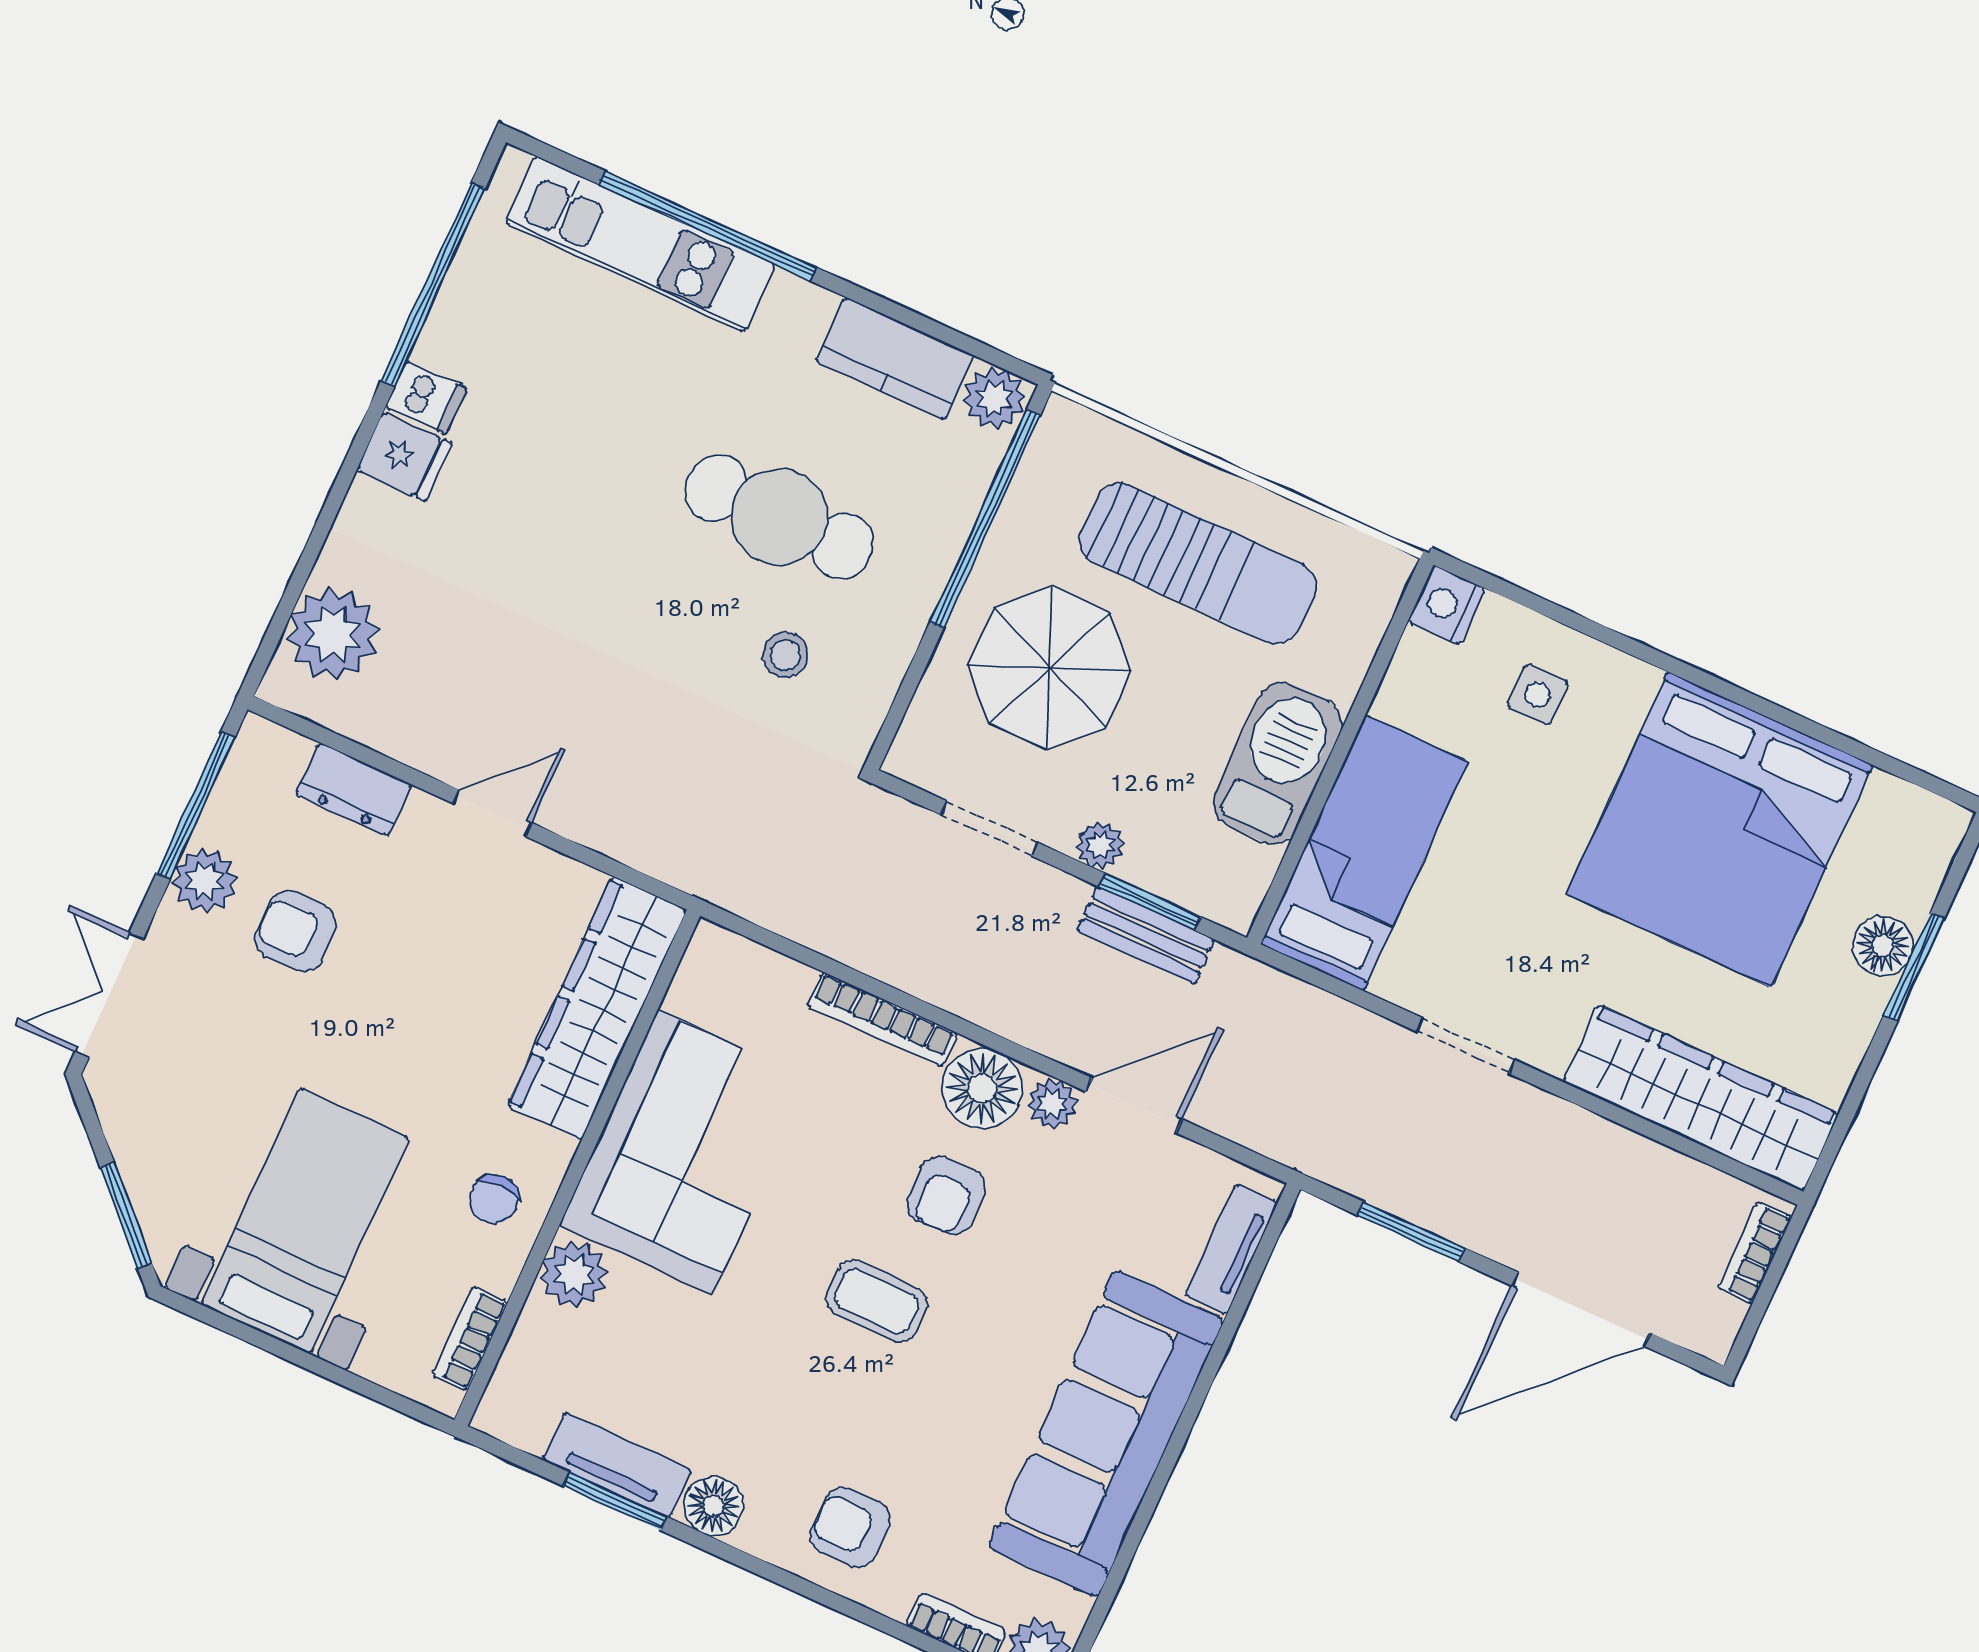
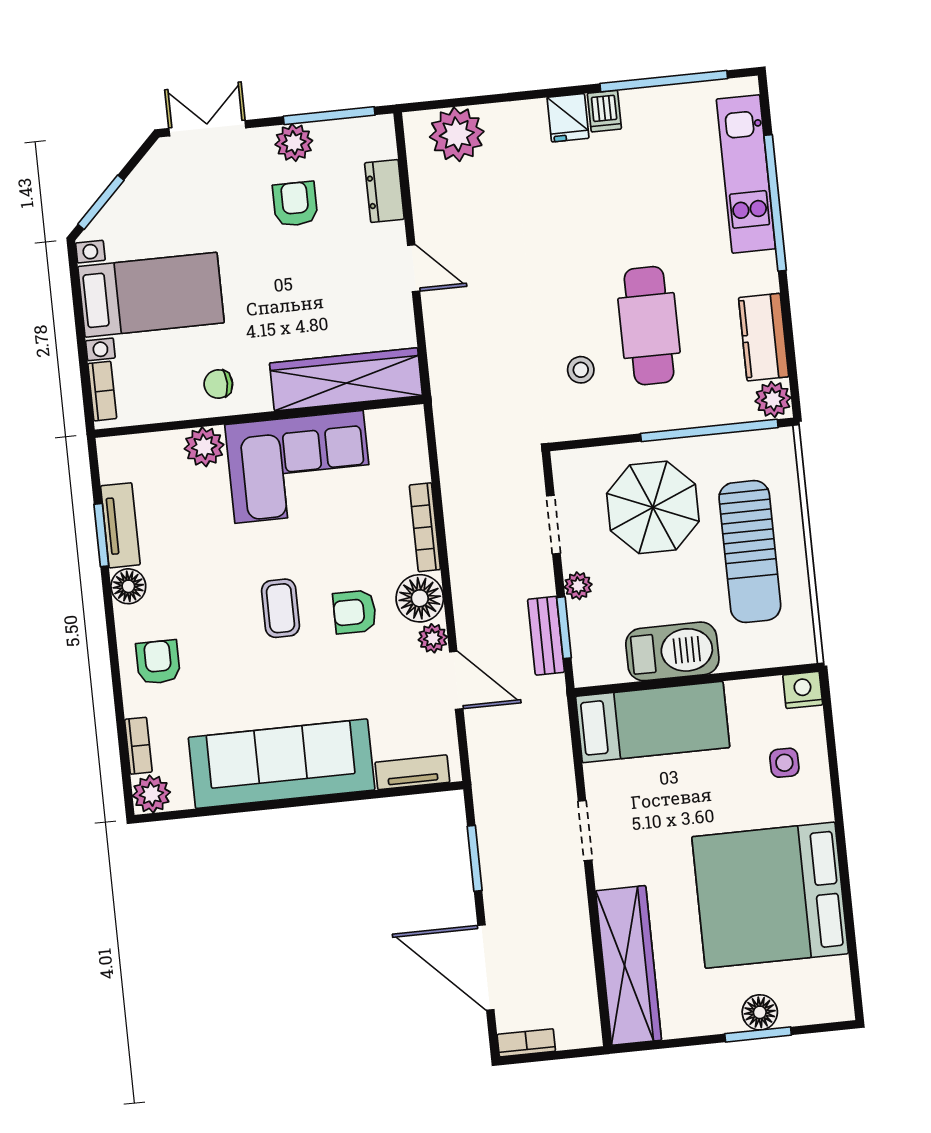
bookcase: (1755, 1253) -> (526, 1043), moved
bookcase: (470, 1339) -> (102, 391), moved, turned 90

